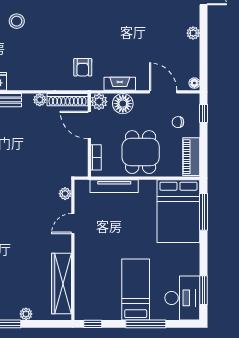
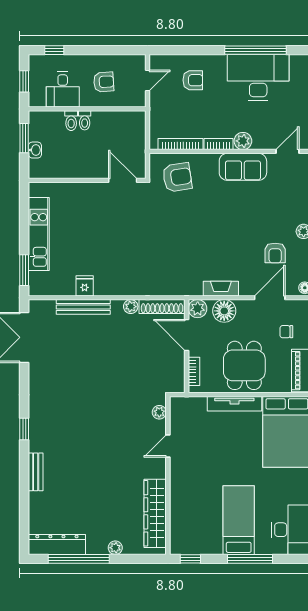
stool: (17, 21) -> (105, 218), removed
armchair: (83, 67) -> (275, 253), moved
door: (163, 92) -> (270, 298), hinge flipped
tv unit: (114, 186) -> (234, 404), moved

